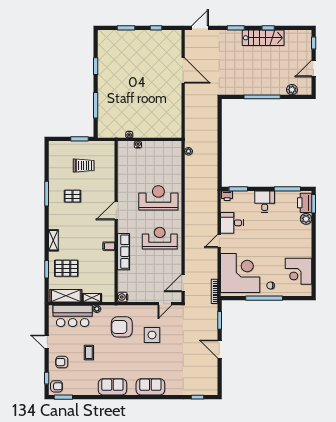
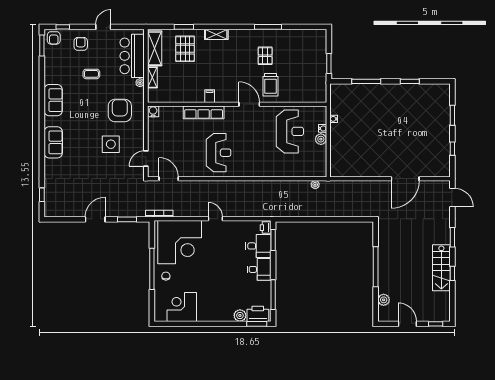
plant: (147, 146) -> (321, 139), added
trolley: (84, 165) -> (271, 85), moved
reception desk: (158, 198) -> (290, 131), moved
desk: (232, 223) -> (258, 246), moved, turned 90
door: (165, 304) -> (146, 158), hinge flipped

